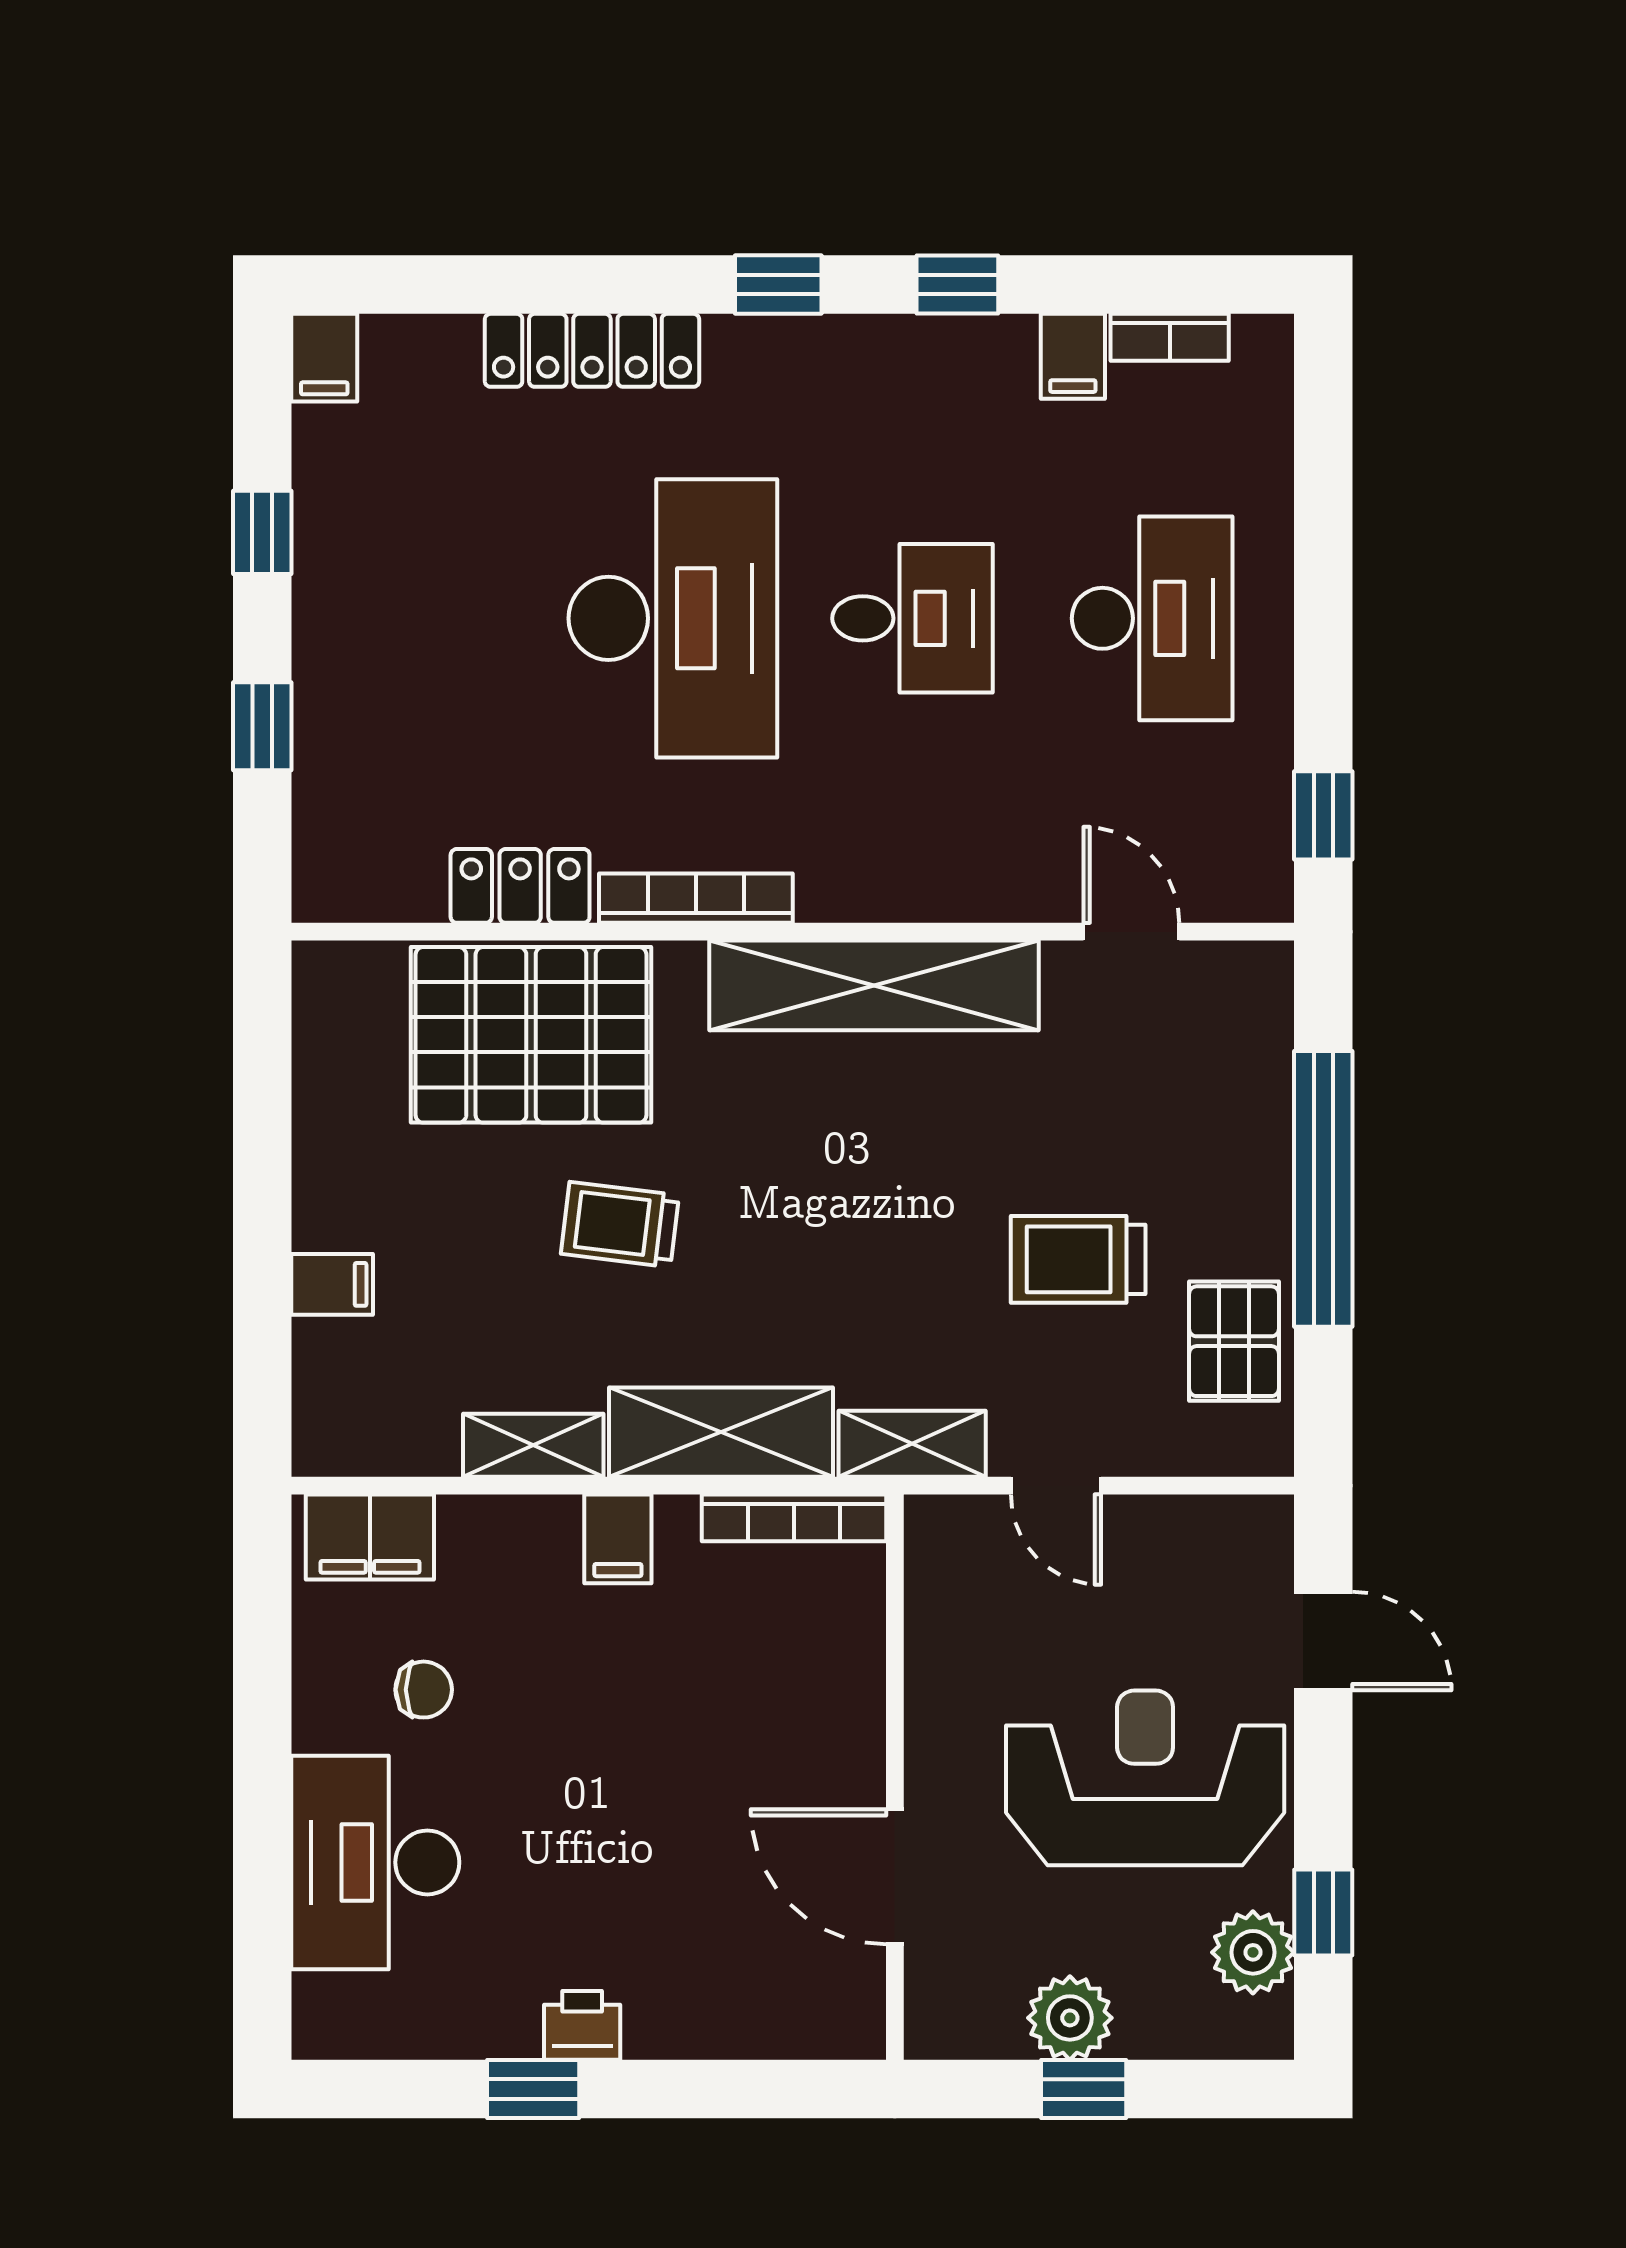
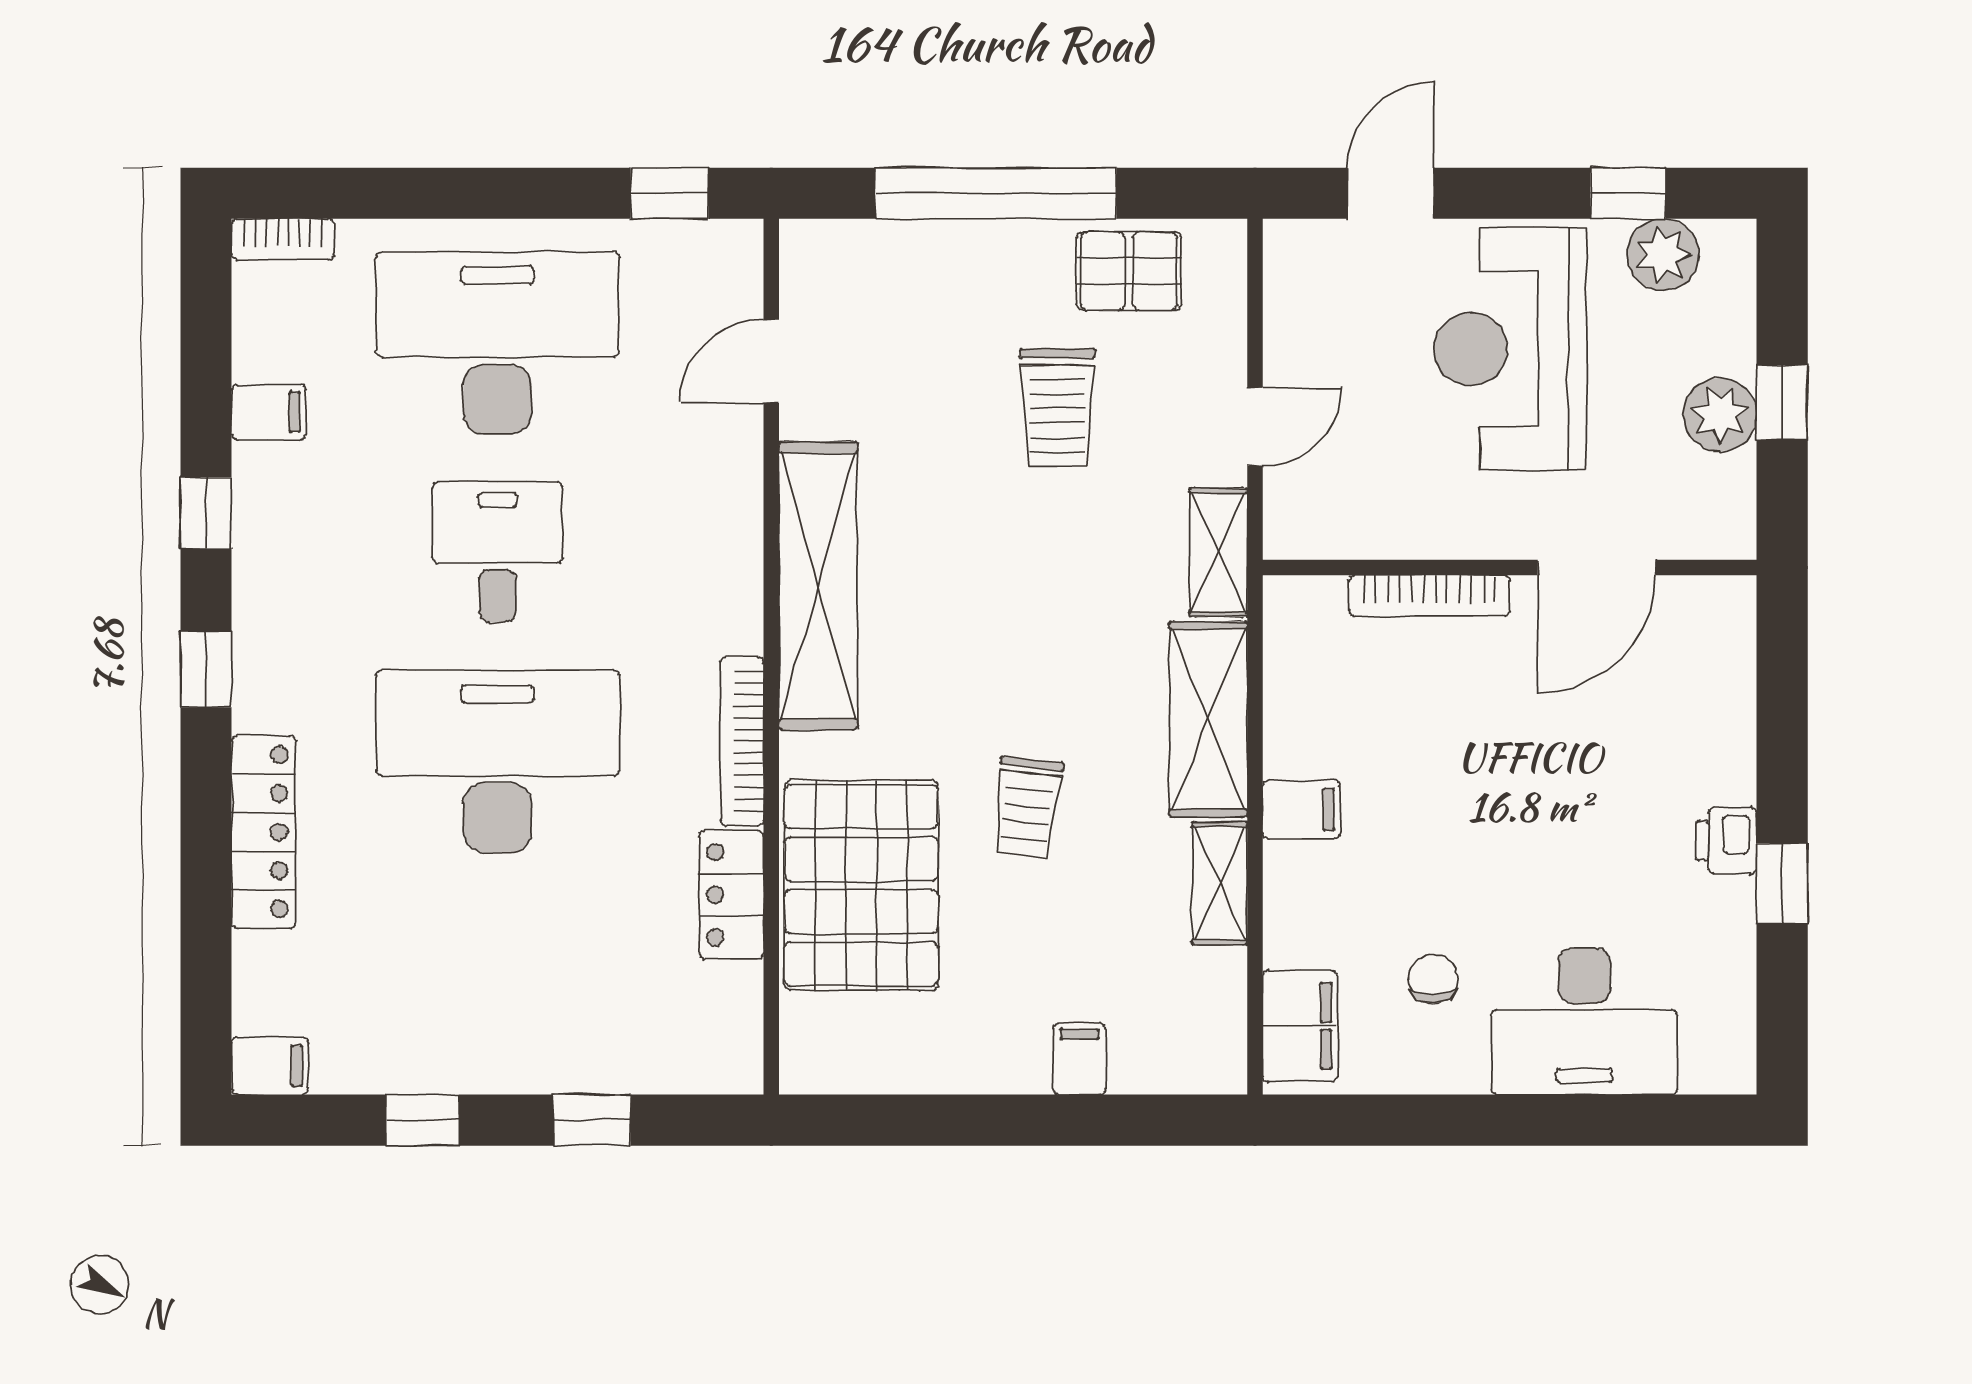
bookcase: (1170, 337) -> (283, 239), moved, turned 90
desk: (1152, 618) -> (498, 343), width x1.36, depth x1.30
bookcase: (794, 1518) -> (1430, 596), moved, turned 90

